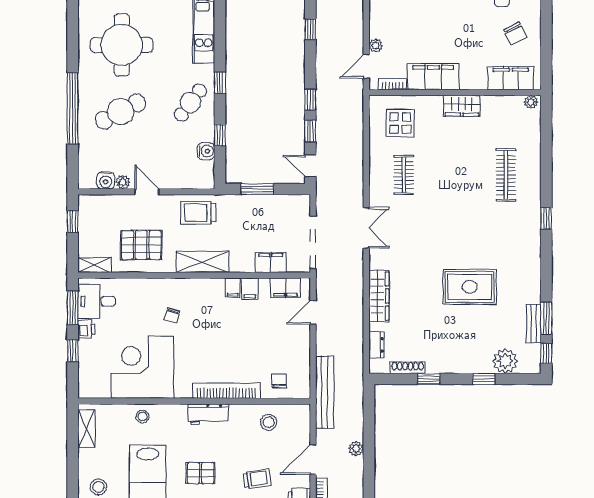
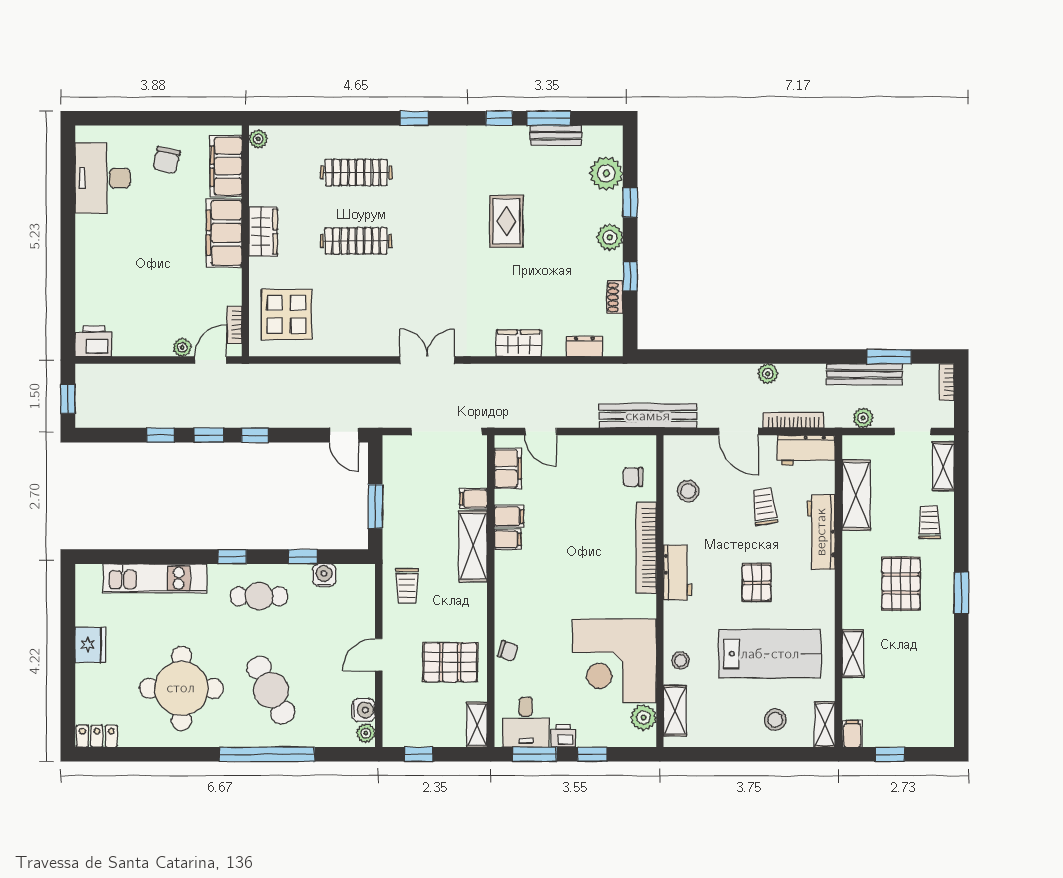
chair: (515, 34) -> (166, 160), turned 130
door: (366, 66) -> (210, 360), swing flipped
filing cabinet: (433, 77) -> (224, 233), moved
cafe table: (190, 103) -> (259, 596), turned -37
display table: (400, 123) -> (286, 314), width x1.36, depth x1.36
window: (310, 131) -> (209, 435), moved
door: (310, 166) -> (344, 435), hinge flipped
clothes rail: (404, 175) -> (356, 241), moved, width x1.36
plant: (123, 182) -> (366, 733), moved
trolley: (198, 213) -> (407, 586), width x0.73, depth x0.72
pallet: (141, 245) -> (450, 662), turned 90
shelving: (202, 262) -> (473, 546), moved
filing cabinet: (271, 262) -> (473, 499), width x0.50
rug: (470, 287) -> (506, 221), width x0.73, depth x0.70
wardrobe: (379, 296) -> (519, 343), width x0.67
chair: (172, 315) -> (508, 651), moved
window: (546, 353) -> (499, 118), moved
plant: (458, 364) -> (610, 237), added
shoe rack: (408, 368) -> (615, 297), width x0.70
plant: (100, 389) -> (643, 717), added
shelving: (86, 429) -> (675, 711), moved, turned 90
plant: (356, 449) -> (768, 374), moved

